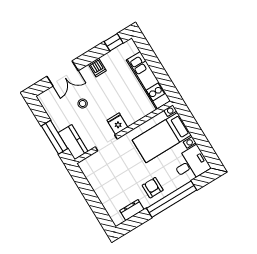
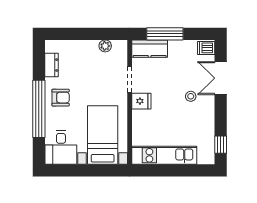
dishwasher: (97, 67) -> (206, 48), moved
stool: (83, 104) -> (191, 96), moved
plant: (92, 178) -> (105, 46), added

